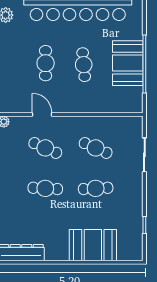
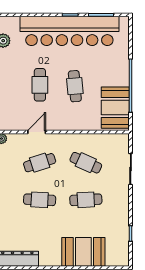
booth: (128, 63) -> (115, 108), moved
door: (42, 114) -> (37, 132), hinge flipped
cafe table: (45, 148) -> (40, 163), turned -42

